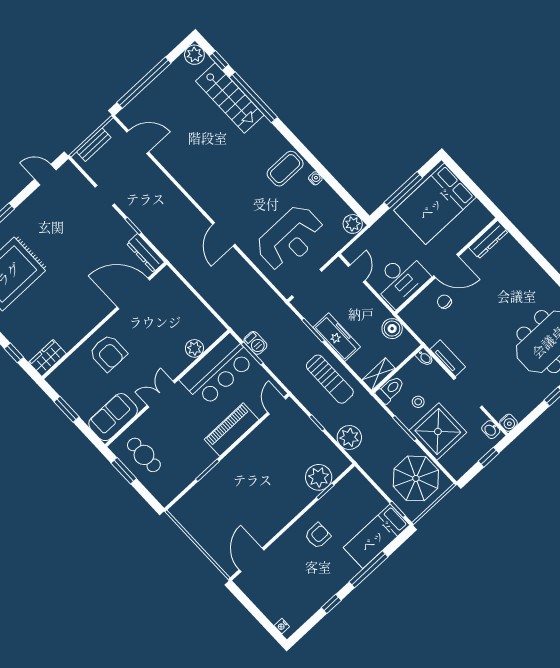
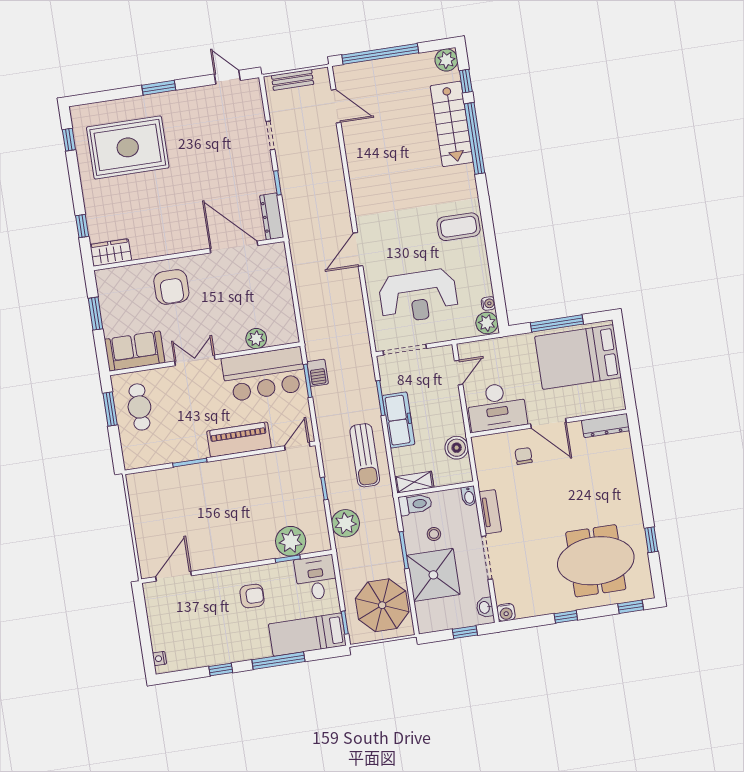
water cooler: (315, 178) -> (488, 303), moved
desk: (355, 491) -> (316, 578), added

